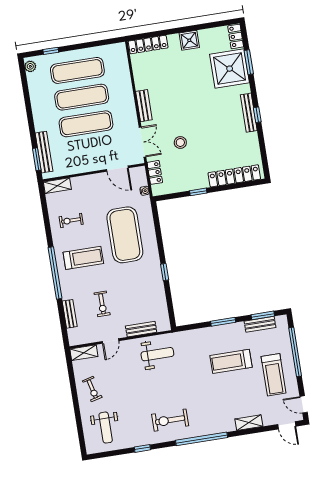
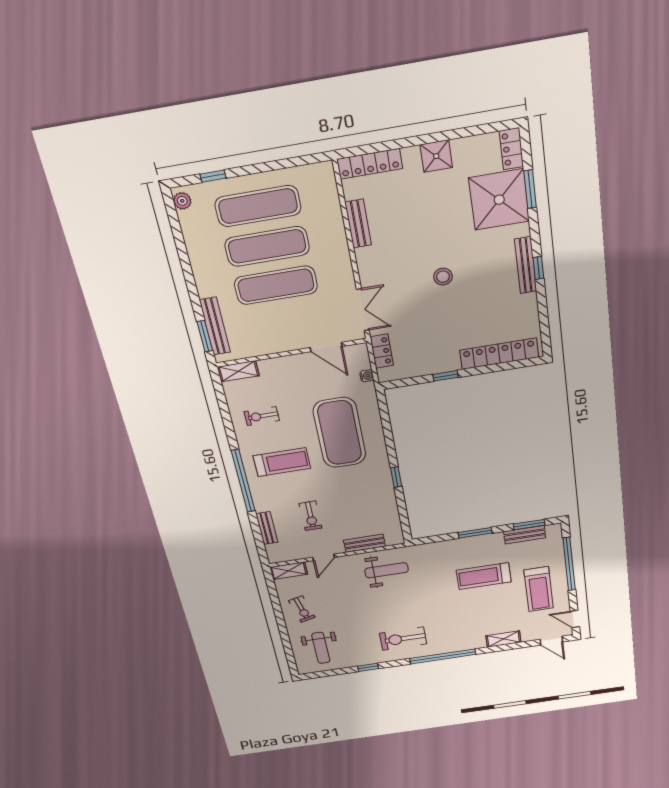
bench: (144, 106) -> (358, 224), moved
stool: (180, 142) -> (443, 277), moved

